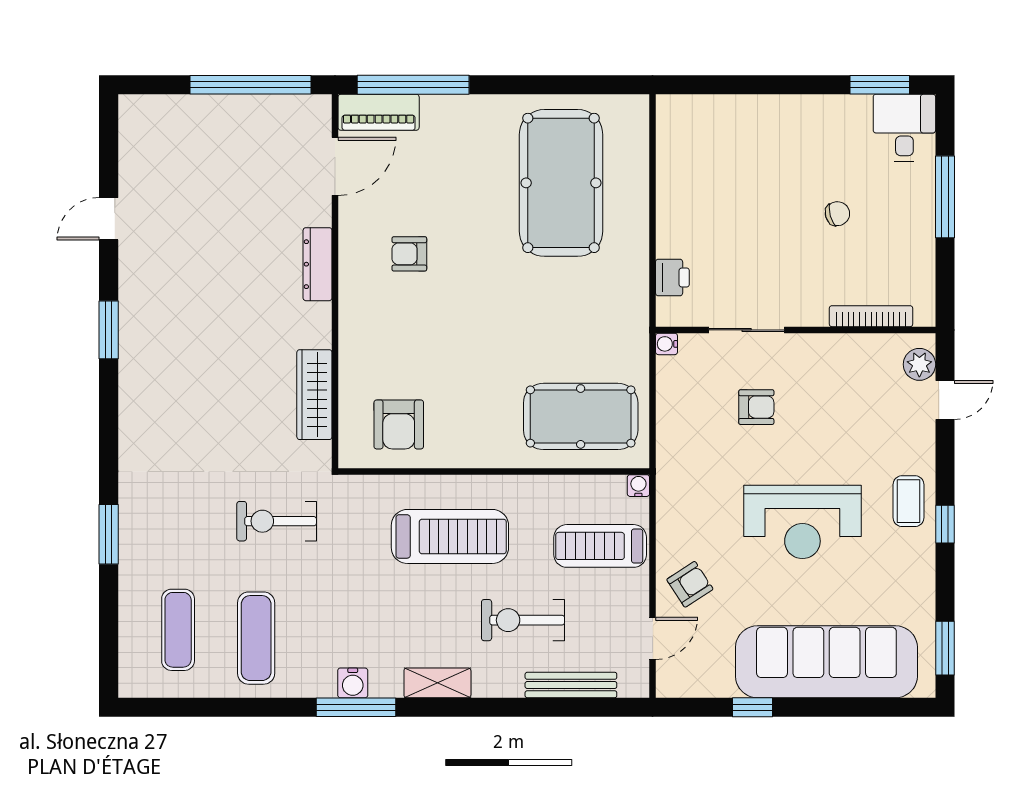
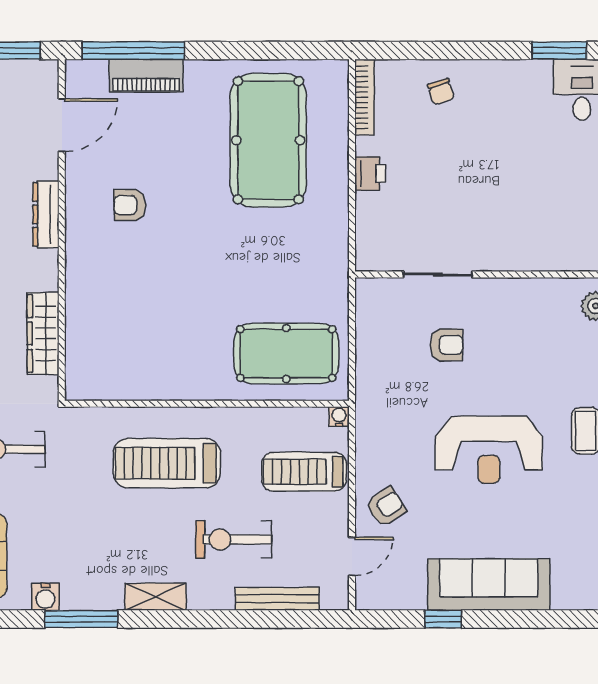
piano: (379, 112) -> (146, 76), moved
chair: (837, 214) -> (441, 92), moved, turned 88
printer: (672, 277) -> (370, 174), moved
bookcase: (871, 316) -> (364, 97), moved, turned 90
water cooler: (667, 344) -> (365, 287), removed
armchair: (399, 424) -> (120, 361), removed
treadmill: (450, 536) -> (167, 463), turned 180
sofa: (826, 662) -> (489, 585), width x0.74, depth x0.79
water cooler: (353, 683) -> (45, 597), moved

